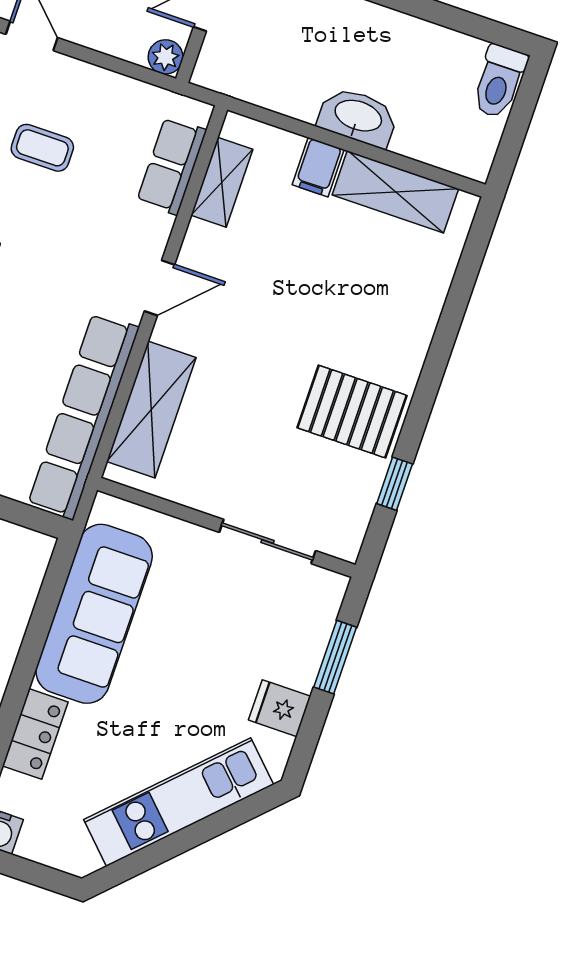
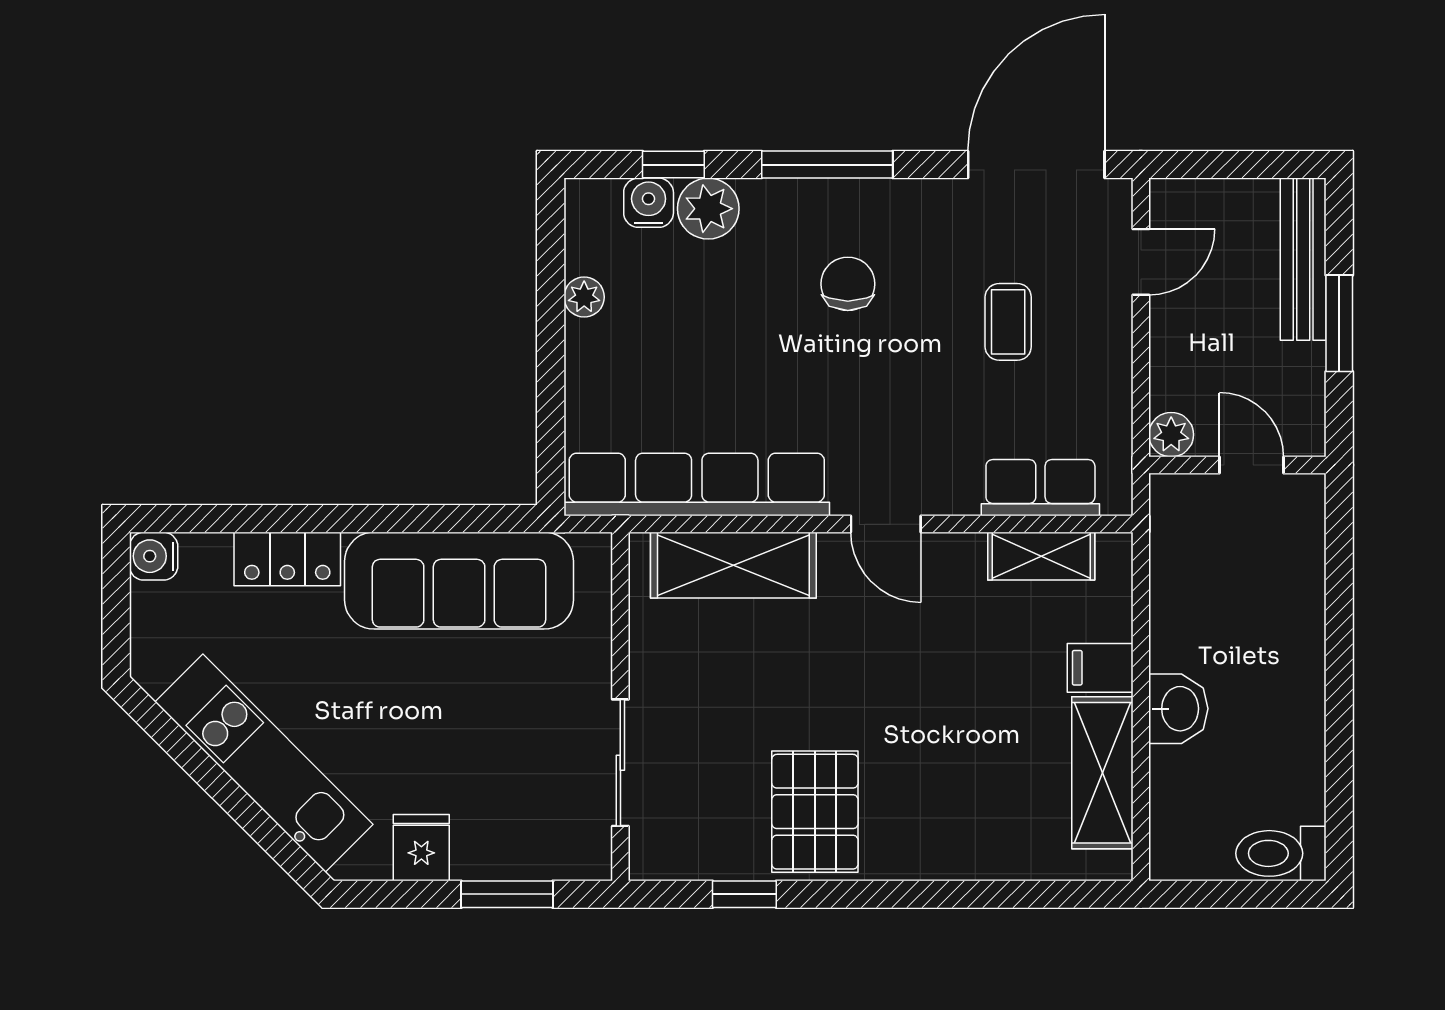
washbasin: (358, 117) -> (1178, 709), width x0.72

